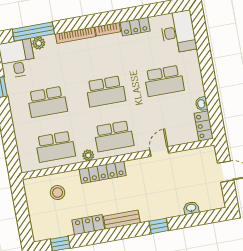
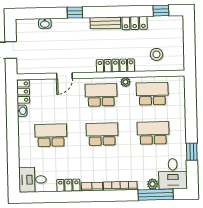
desk: (178, 32) -> (33, 180), width x0.73

